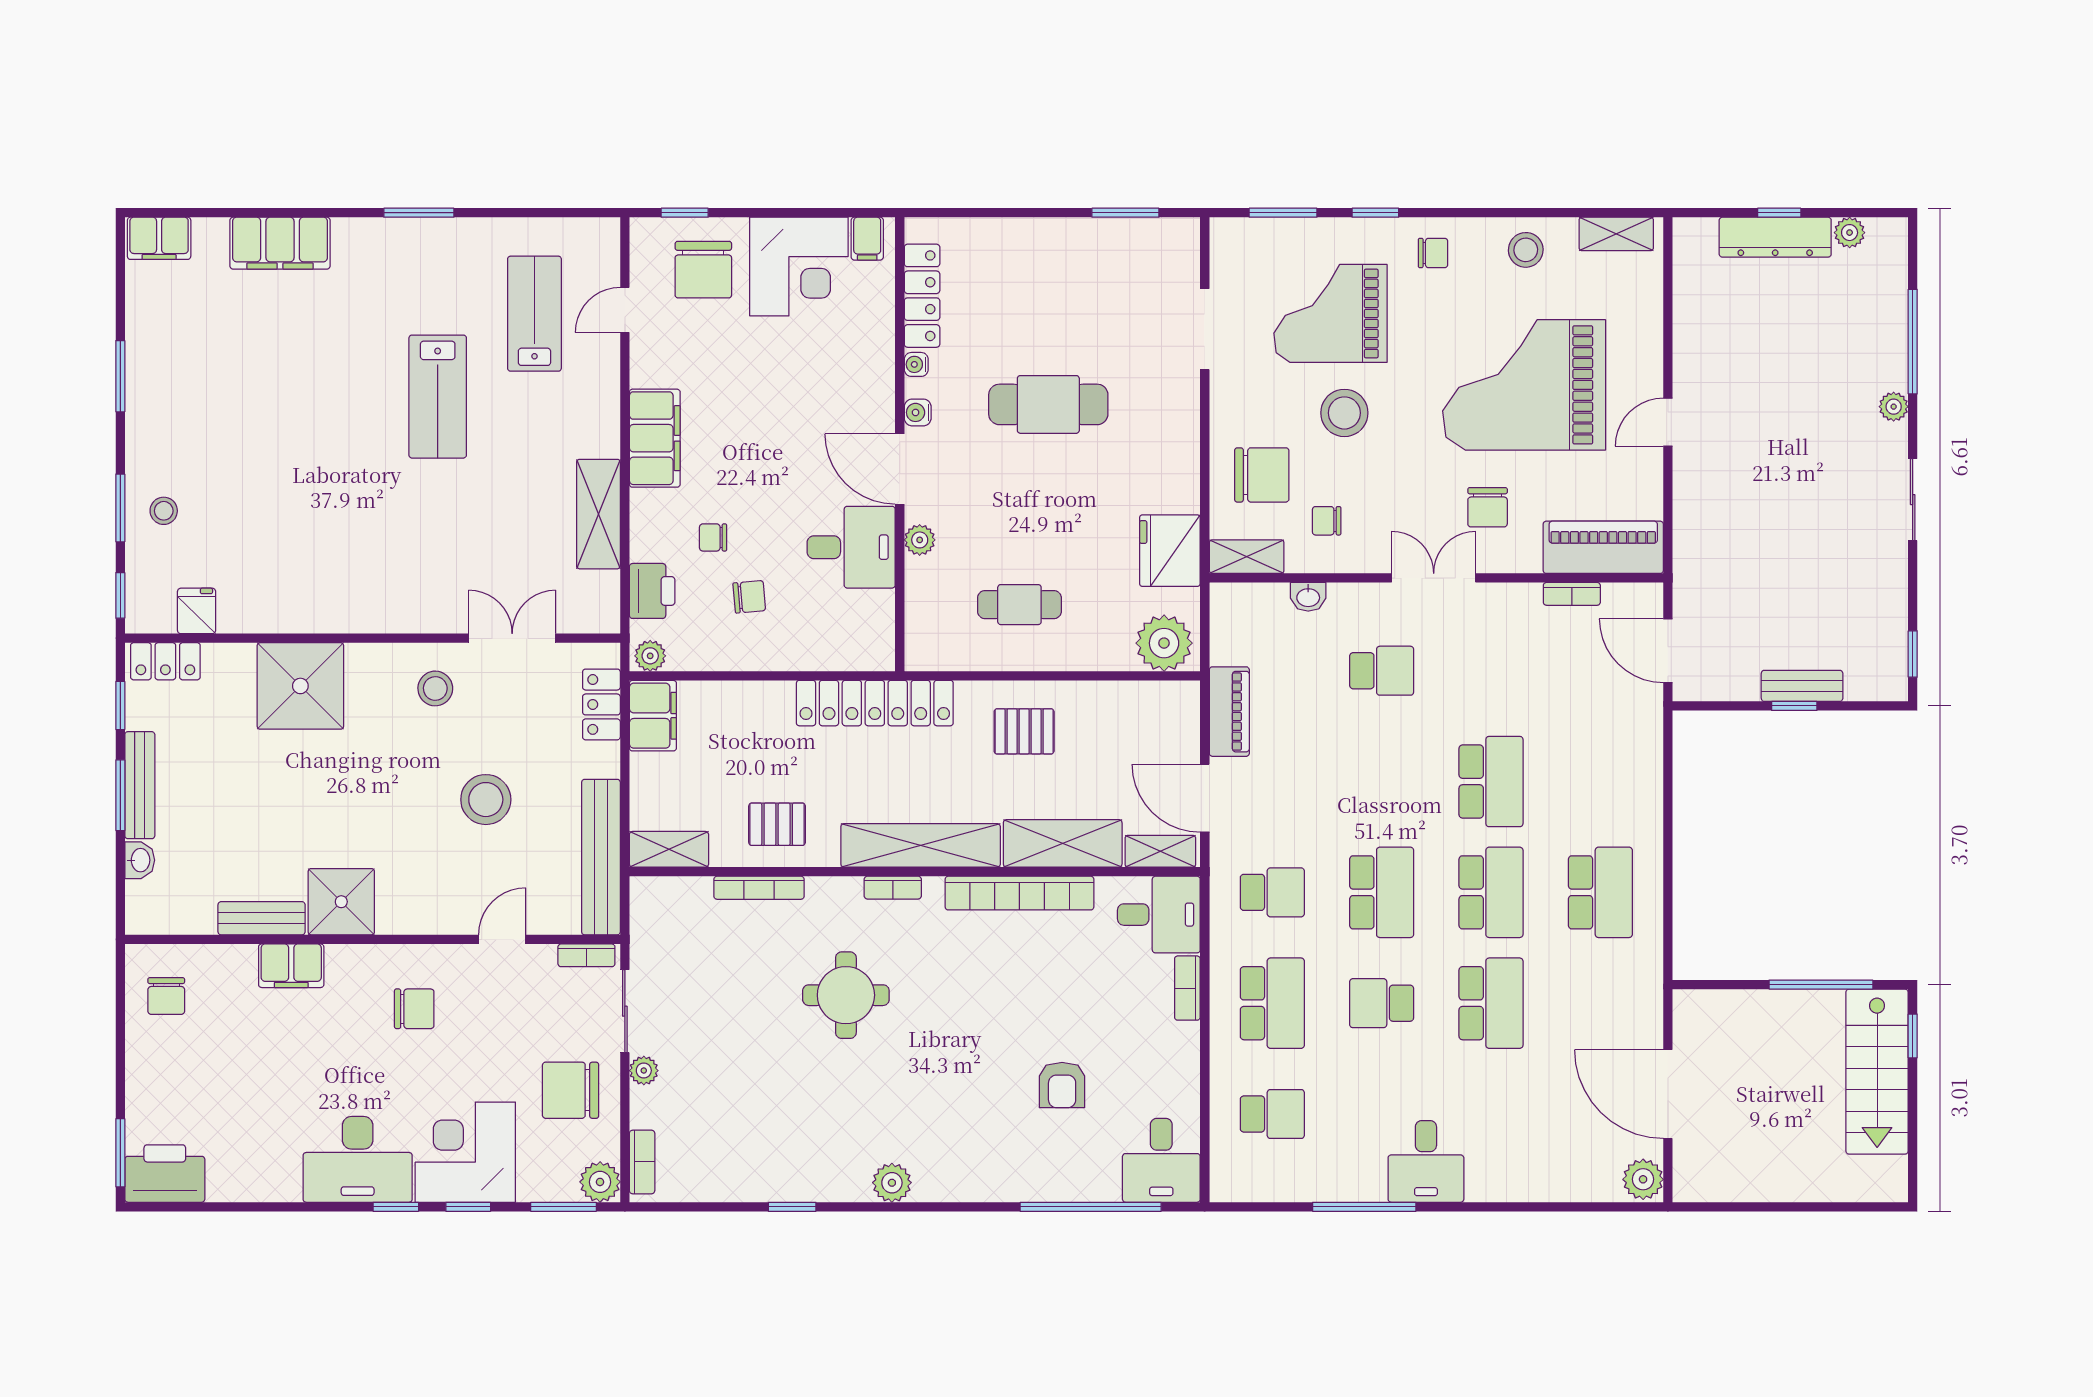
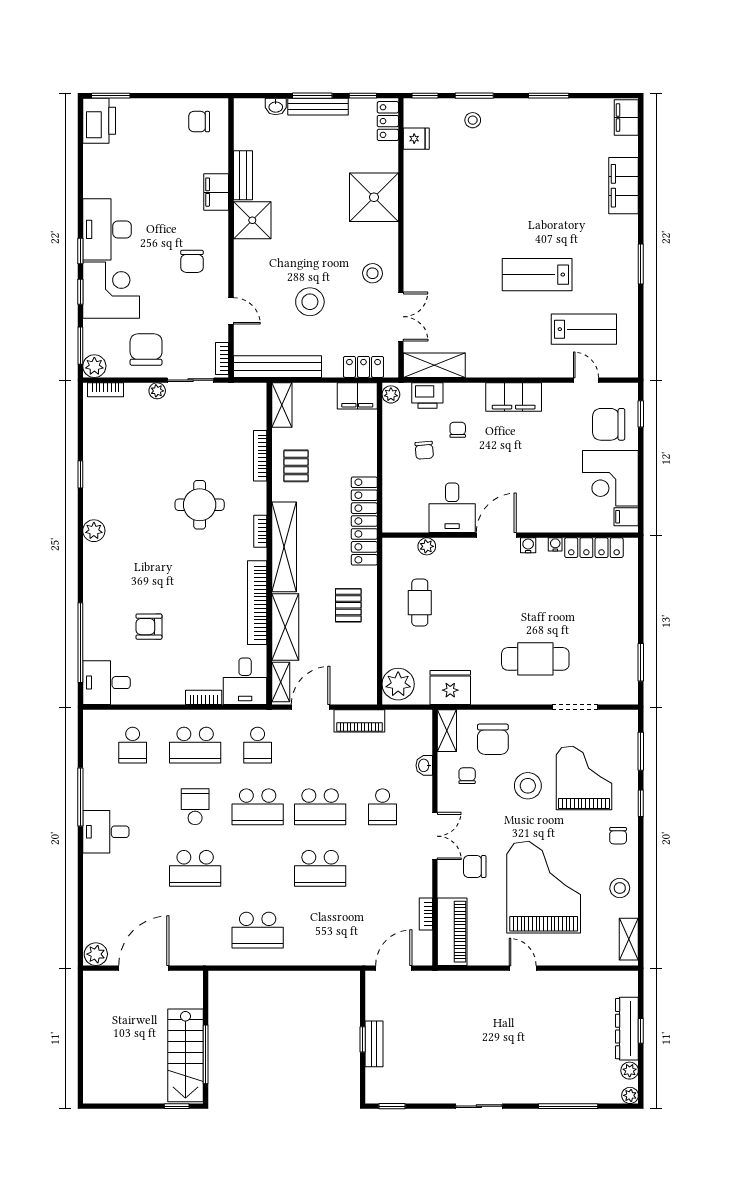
cafe table: (1048, 404) -> (535, 659), moved, turned 90
plant: (1894, 407) -> (630, 1095), moved
shelving: (598, 514) -> (434, 365), moved
plant: (920, 540) -> (427, 546), moved
school desk: (1491, 892) -> (320, 807), moved
stairs: (1877, 1072) -> (185, 1055), moved, turned -90

